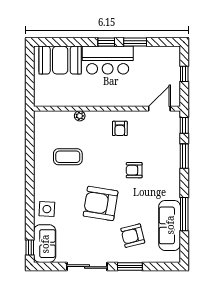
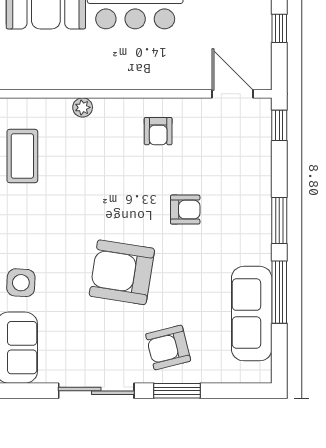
door: (159, 109) -> (232, 94), hinge flipped
window: (184, 156) -> (279, 220), moved
coffee table: (68, 157) -> (22, 156), moved, turned 90
armchair: (134, 170) -> (185, 210), turned 180
armchair: (133, 236) -> (168, 347), moved

